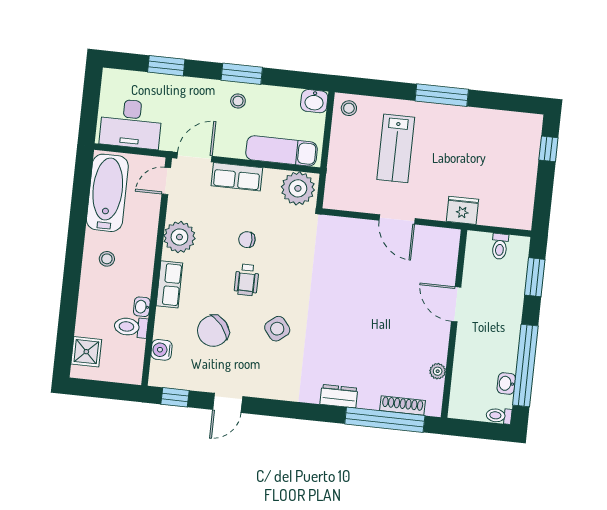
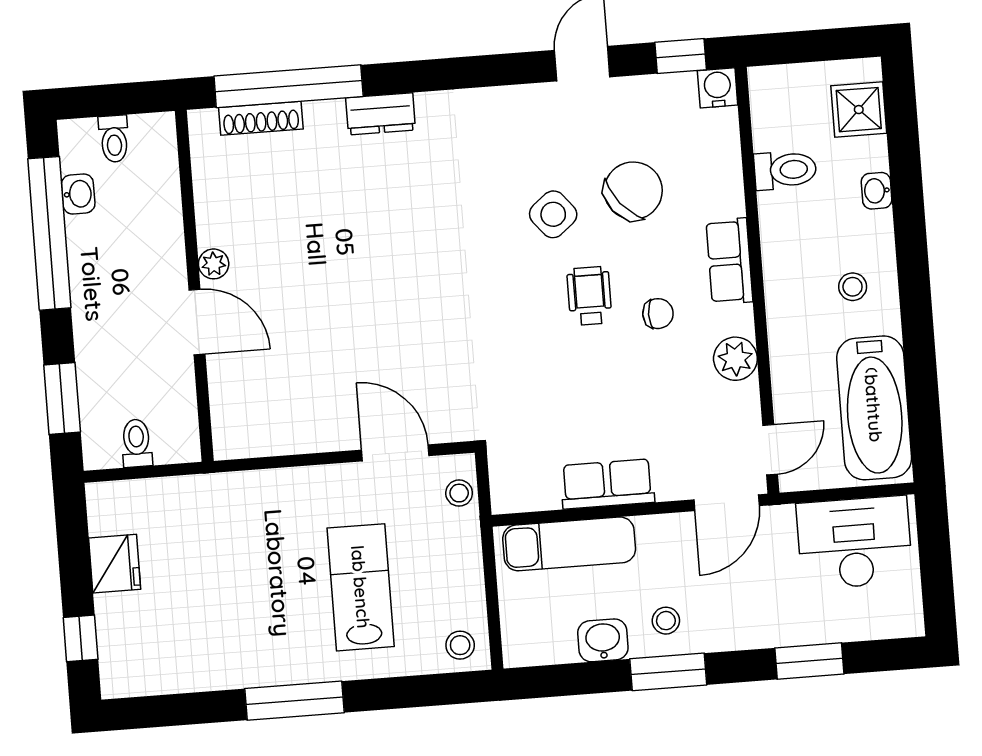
washbasin: (314, 101) -> (603, 640), moved
row of seats: (237, 177) -> (607, 484), moved
plant: (298, 188) -> (526, 481), removed
stool: (335, 189) -> (459, 493), added
fridge: (462, 210) -> (115, 564), moved, turned -90
door: (397, 219) -> (395, 453), moved
plant: (179, 237) -> (735, 359), width x0.73, depth x0.73
chair: (247, 240) -> (658, 314), moved
washbasin: (142, 307) -> (877, 191), moved, turned 180
side table: (277, 329) -> (553, 214), moved
water cooler: (162, 350) -> (718, 88), moved, turned -90
plant: (438, 371) -> (214, 264), moved
toilet: (499, 416) -> (114, 139), moved, turned 90

